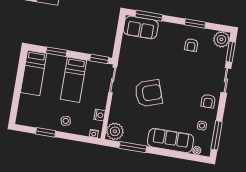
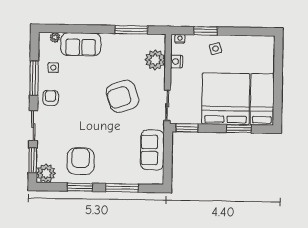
window: (149, 16) -> (122, 188), moved
sofa: (141, 27) -> (152, 150), moved, turned -90
armchair: (191, 45) -> (81, 161), width x1.88, depth x1.88
bed: (73, 80) -> (226, 99), width x2.04
plant: (115, 131) -> (155, 60), moved
window: (46, 132) -> (206, 31), moved
window: (217, 135) -> (34, 78), moved
sofa: (171, 141) -> (81, 44), width x0.73

